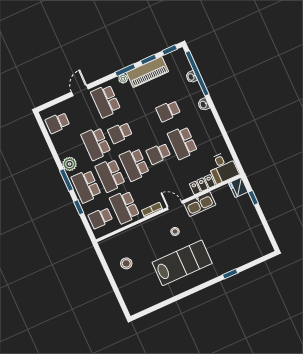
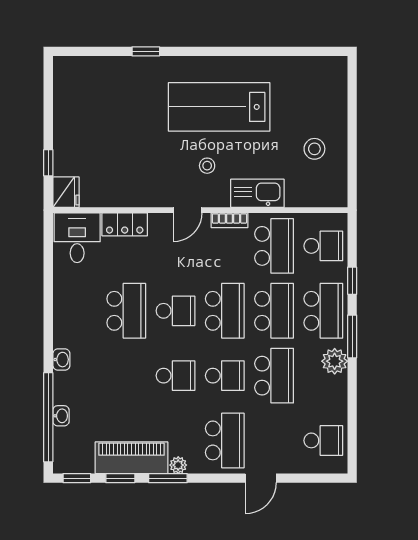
school desk: (168, 111) -> (176, 376), moved
kitchen sink: (200, 204) -> (257, 193), moved
door: (175, 205) -> (188, 210), hinge flipped

